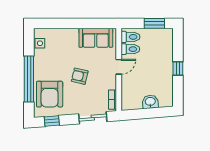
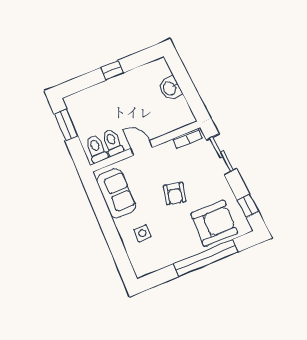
side table: (40, 43) -> (142, 233), moved

